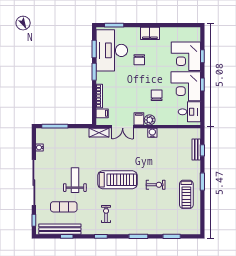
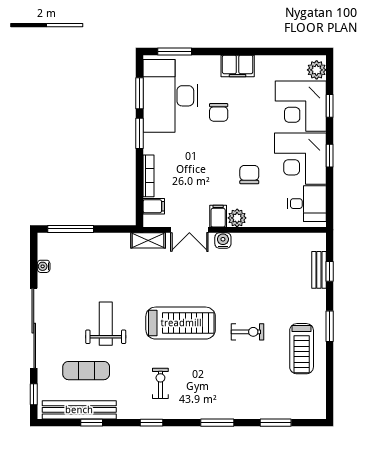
plant: (195, 36) -> (317, 70), added
water cooler: (152, 133) -> (223, 240), moved

